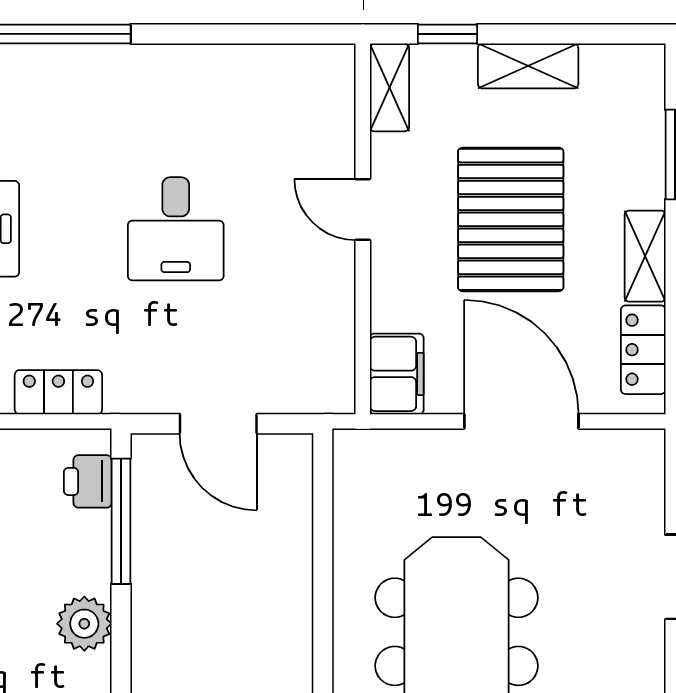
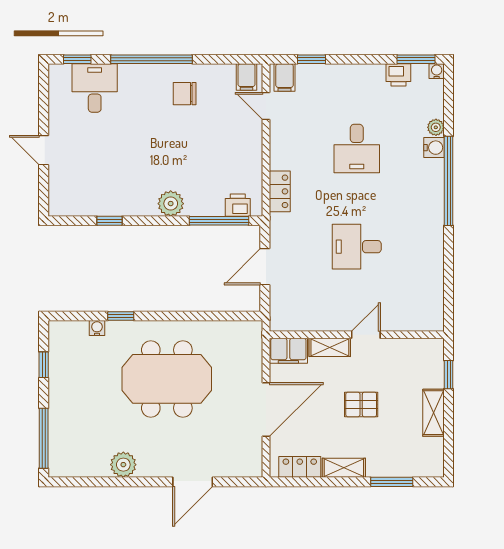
shelving: (389, 88) -> (330, 347), moved
pallet: (511, 219) -> (361, 404), width x0.49, depth x0.50

